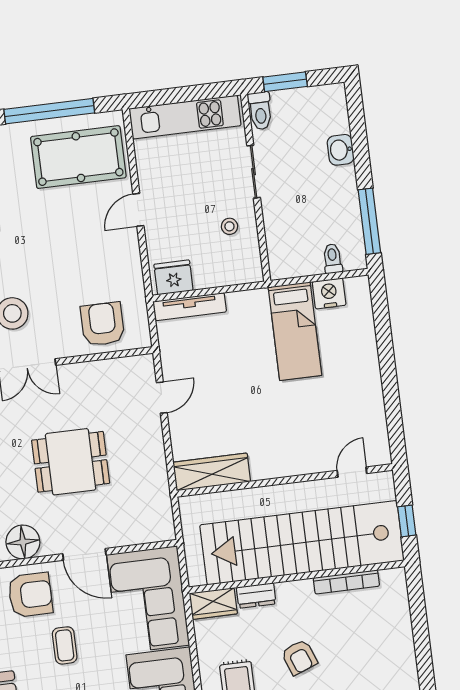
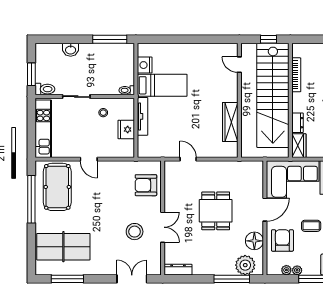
toilet: (333, 259) -> (127, 90), moved
fridge: (173, 277) -> (126, 129), moved
tv unit: (190, 307) -> (143, 116), moved
wardrobe: (212, 472) -> (230, 122), moved

